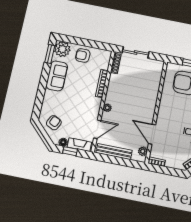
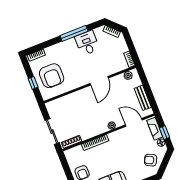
door: (152, 134) -> (99, 81), moved
bench: (114, 152) -> (143, 98), width x0.73

